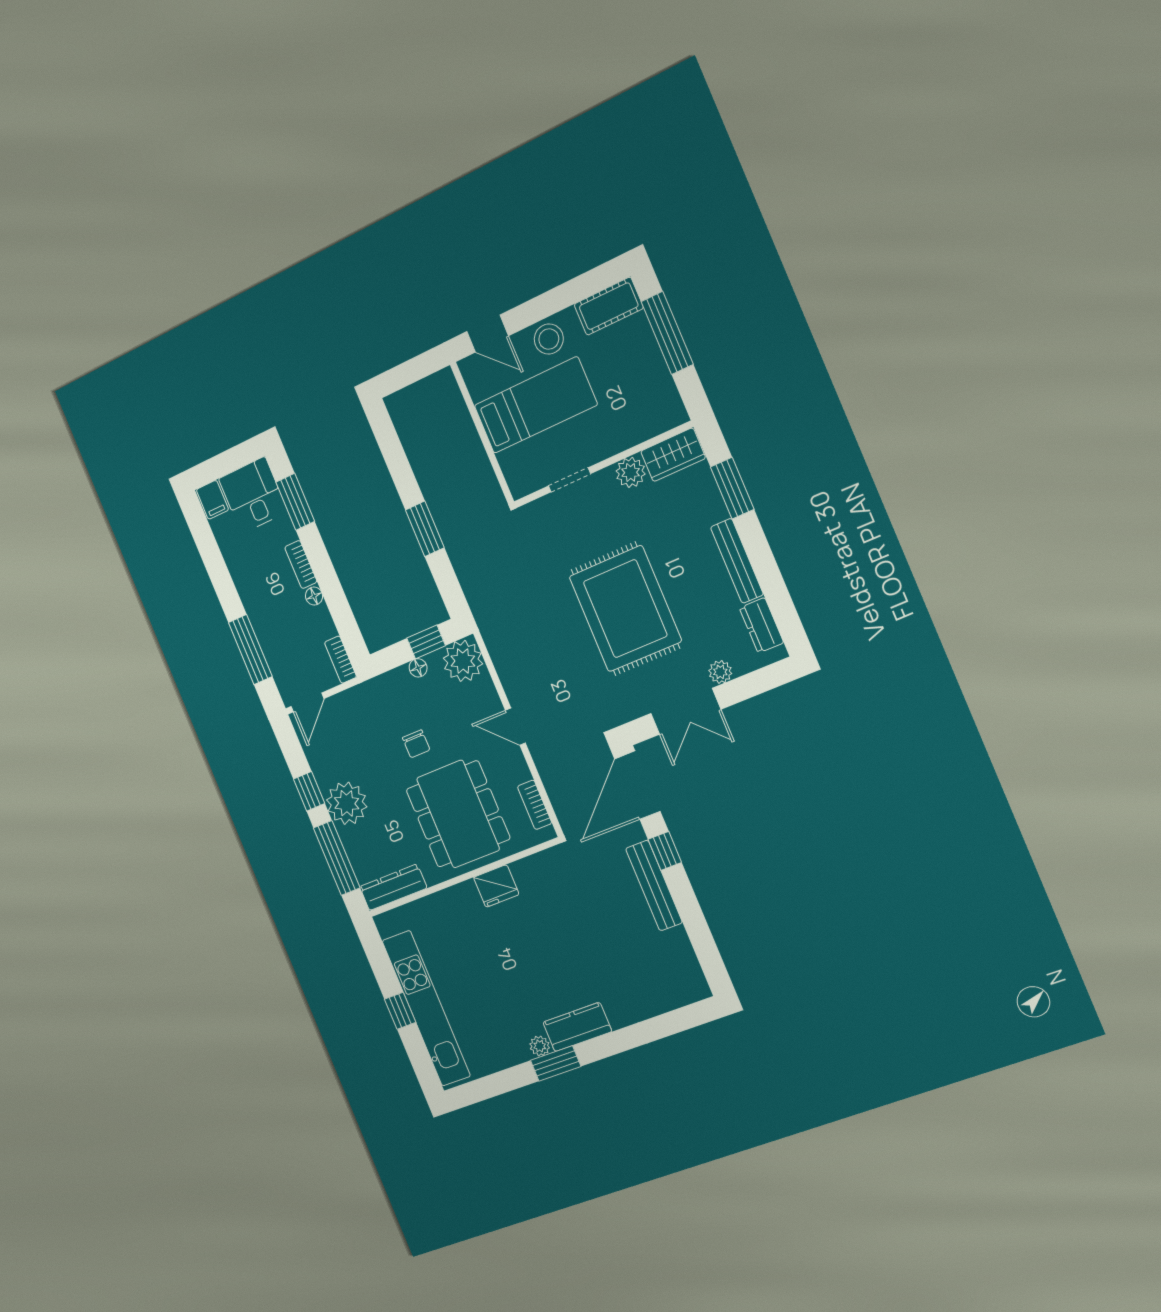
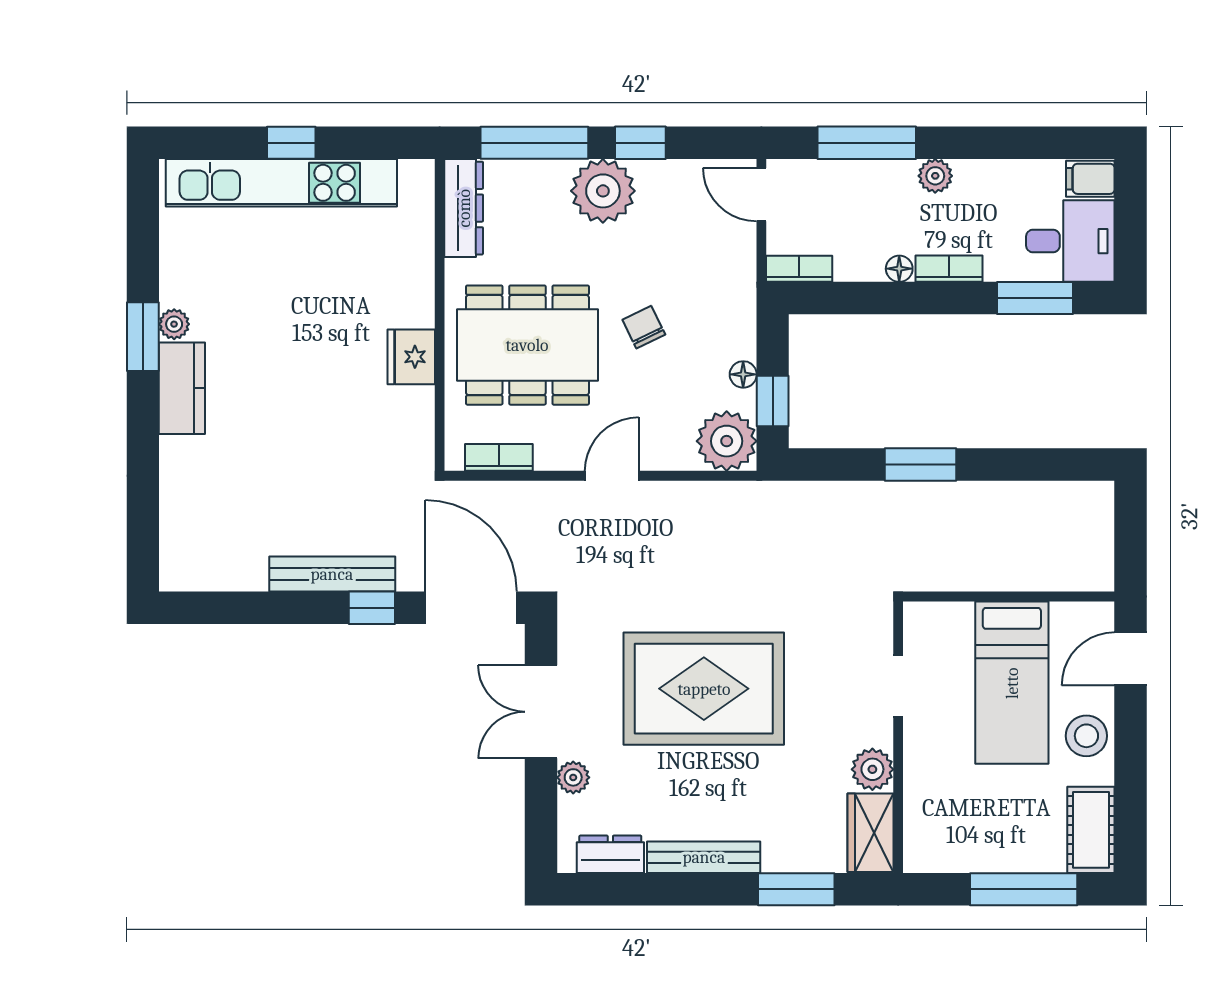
plant: (251, 598) -> (935, 176), added
chair: (416, 744) -> (644, 327), turned 64

